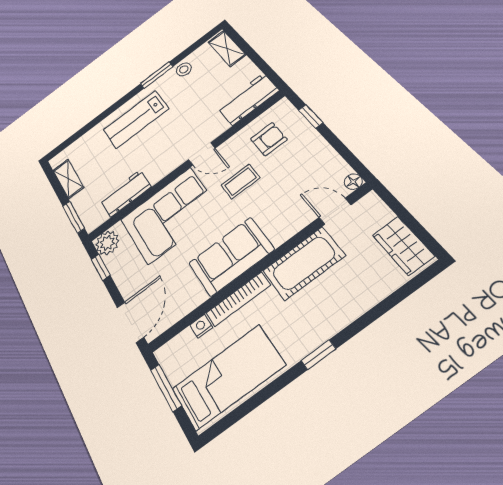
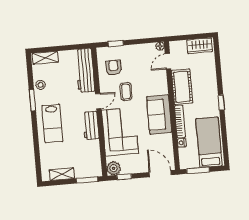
workbench: (248, 99) -> (85, 70), width x1.38
workbench: (125, 193) -> (91, 126), moved

